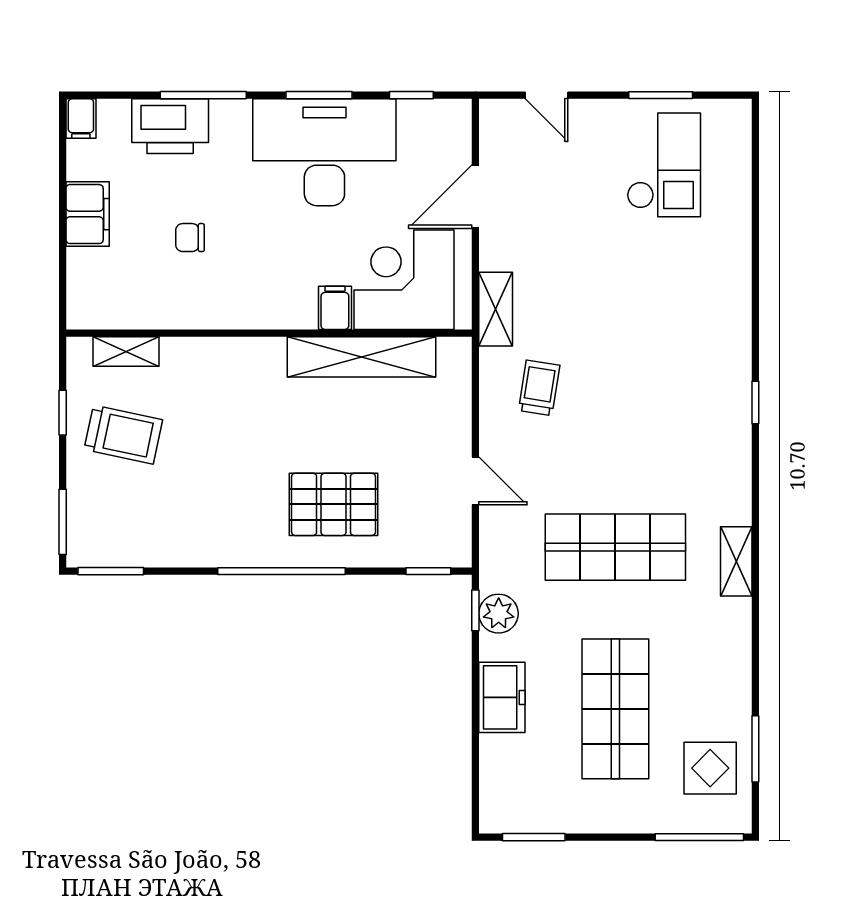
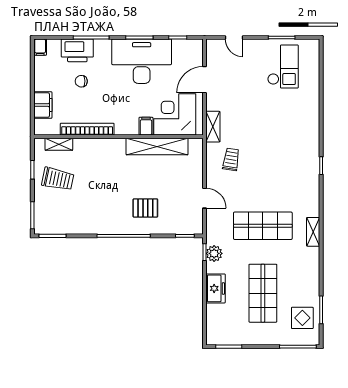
filing cabinet: (88, 214) -> (43, 105), moved
chair: (190, 238) -> (81, 81), moved
bookcase: (194, 315) -> (87, 129), added
pallet: (334, 504) -> (145, 208), width x0.67, depth x0.71

